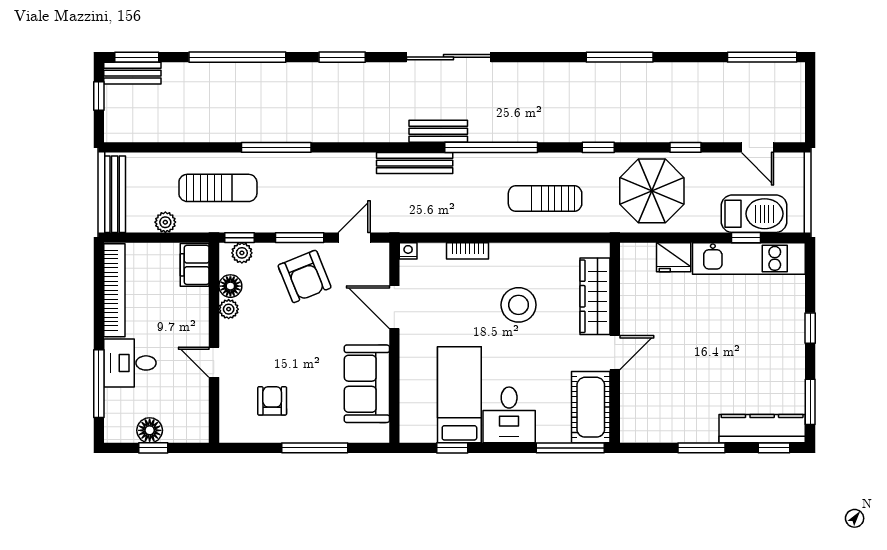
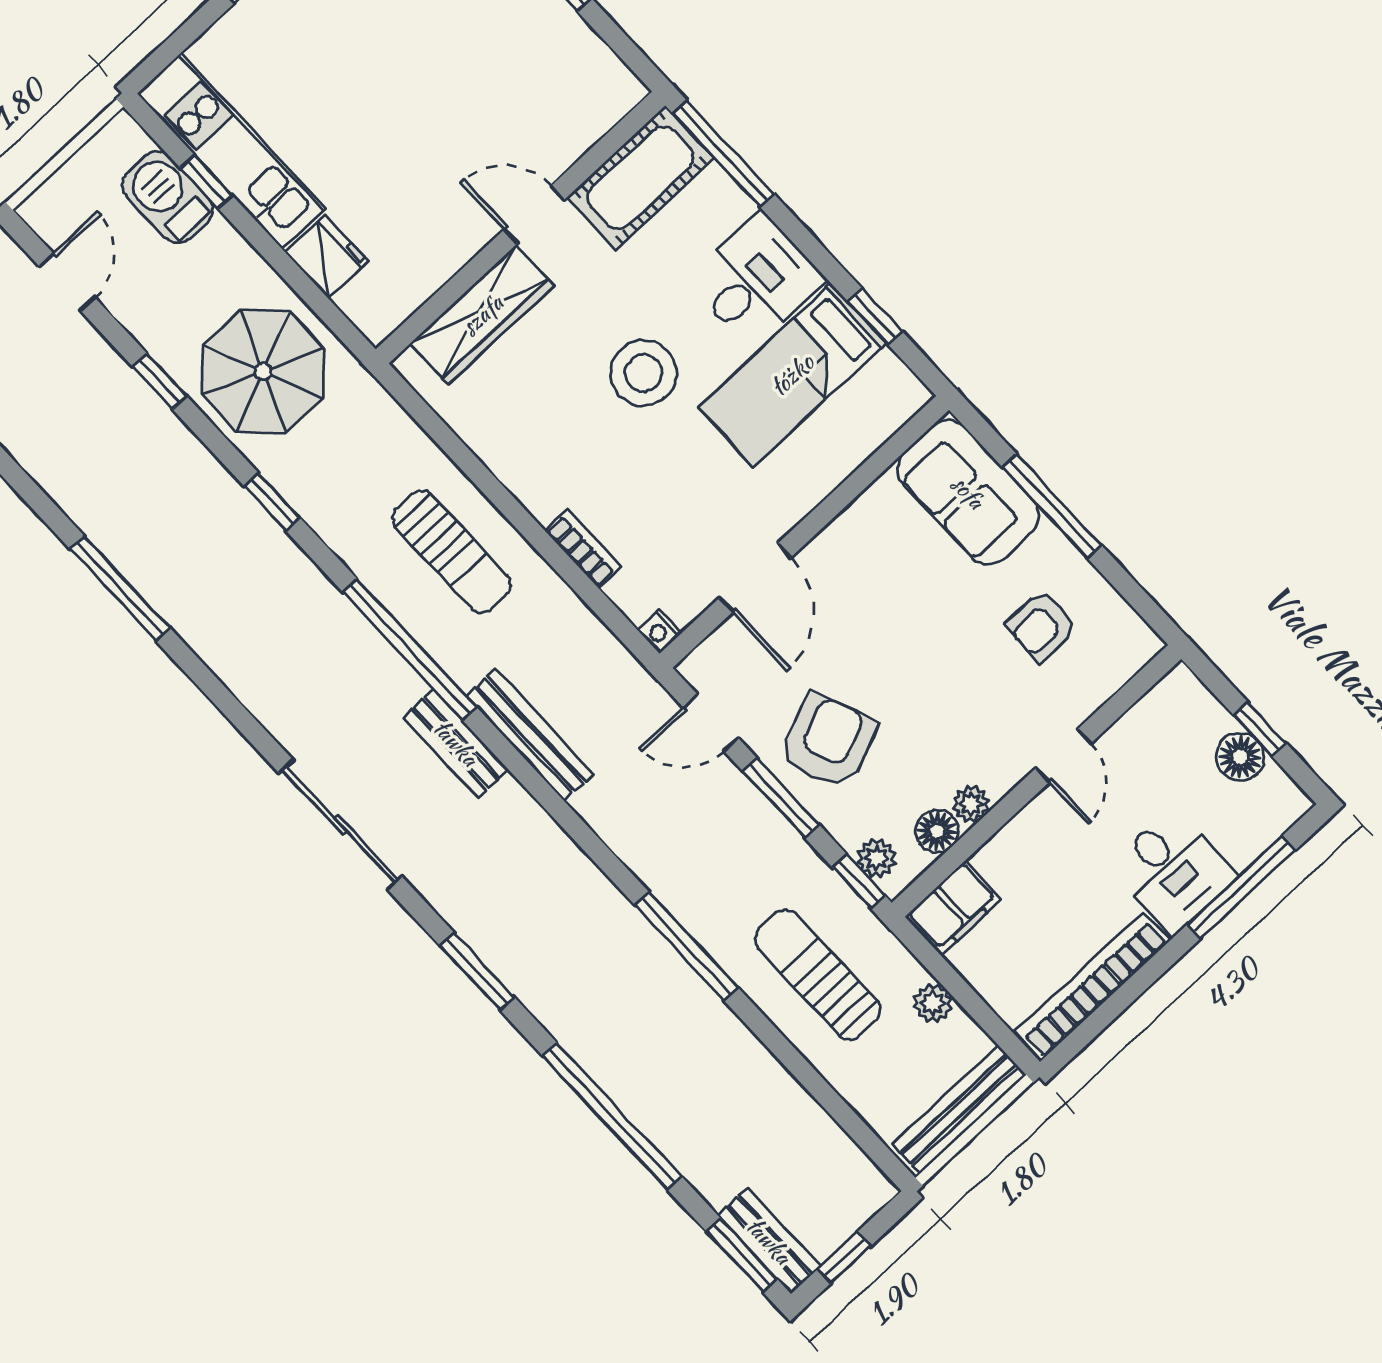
sun lounger: (545, 198) -> (451, 552), moved
barbecue: (754, 214) -> (167, 197), width x0.73, depth x0.83
stool: (519, 305) -> (644, 373), moved
sofa: (367, 384) -> (968, 492), moved, turned 90

